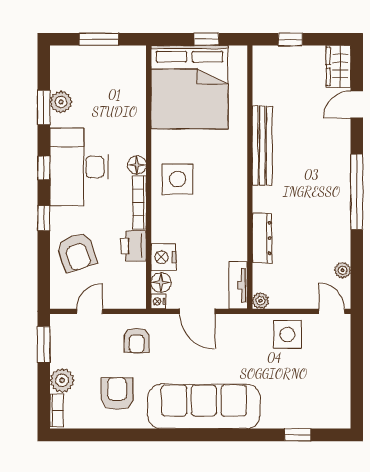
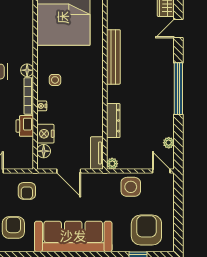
side table: (177, 179) -> (55, 80), width x0.54, depth x0.54
nightstand: (158, 301) -> (42, 106), moved
armchair: (310, 397) -> (146, 230), added

